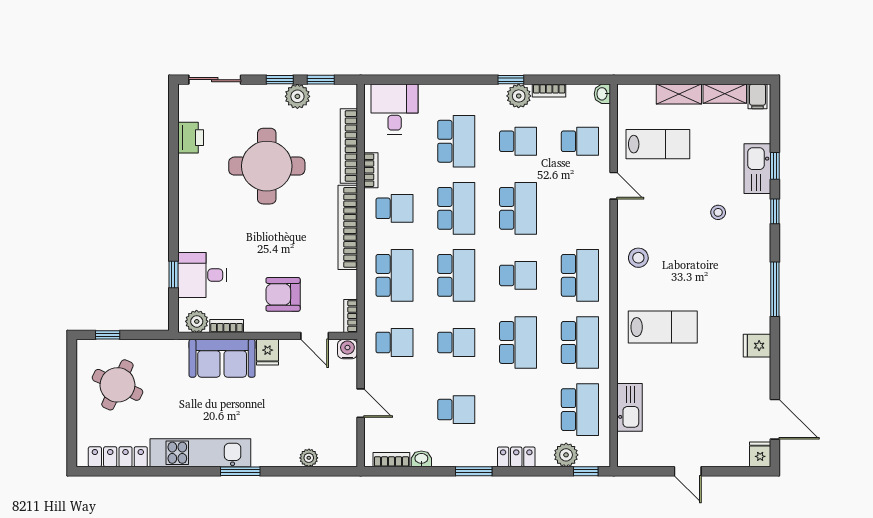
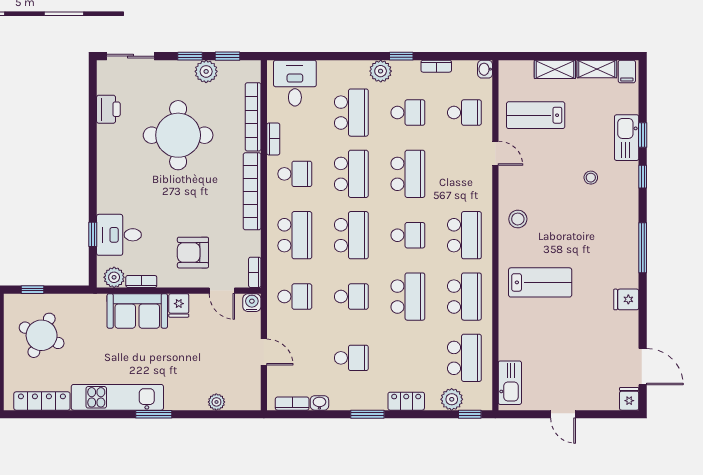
plant: (519, 96) -> (381, 71), moved
lab bench: (658, 144) -> (536, 115), turned 180
kitchen sink: (630, 407) -> (510, 383), moved

